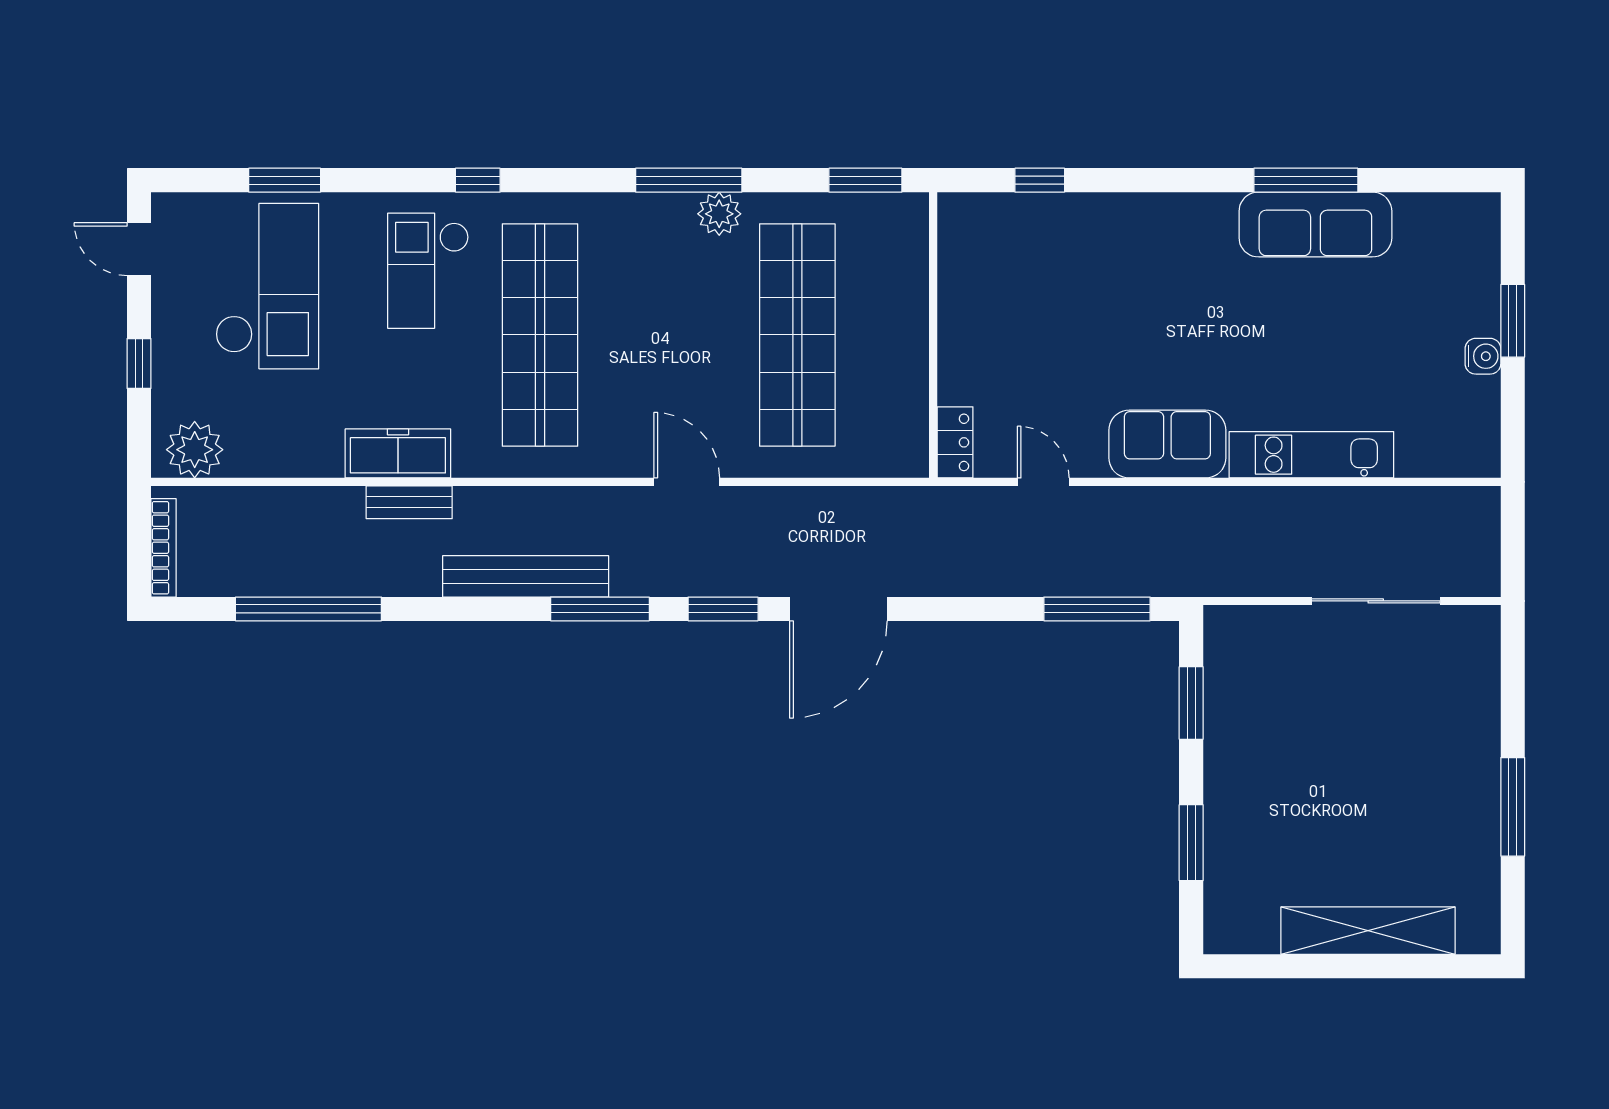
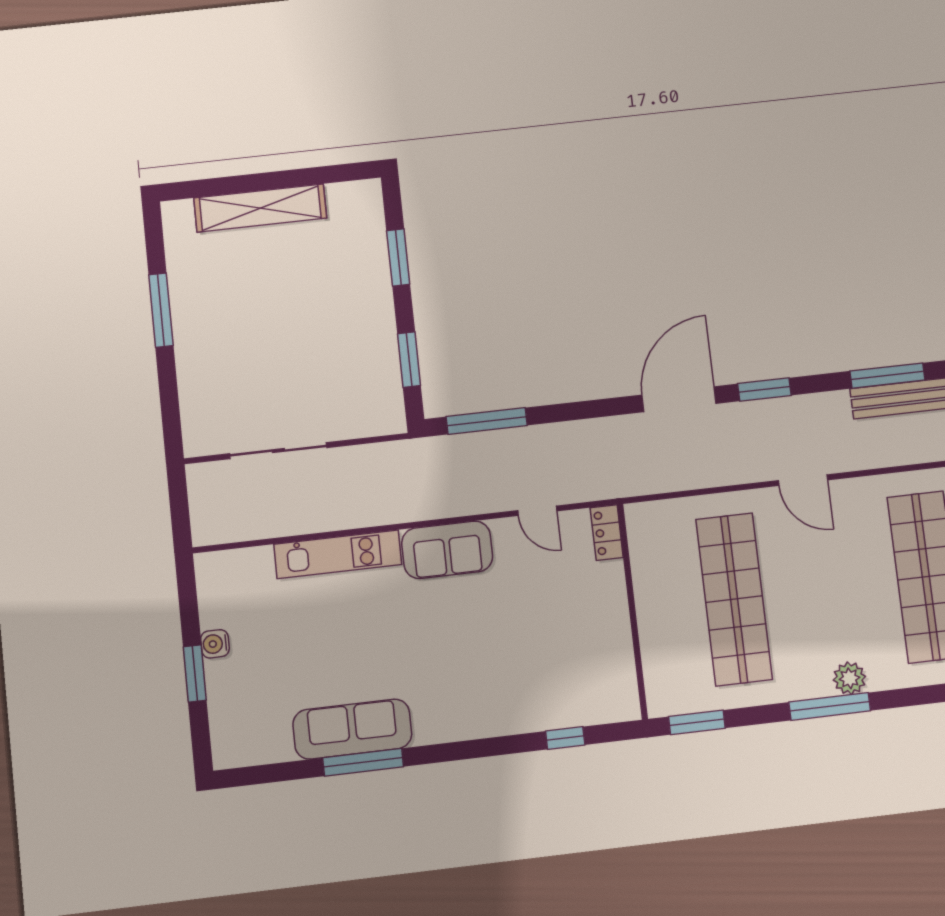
plant: (719, 214) -> (849, 678), moved
window: (600, 609) -> (887, 376), moved

